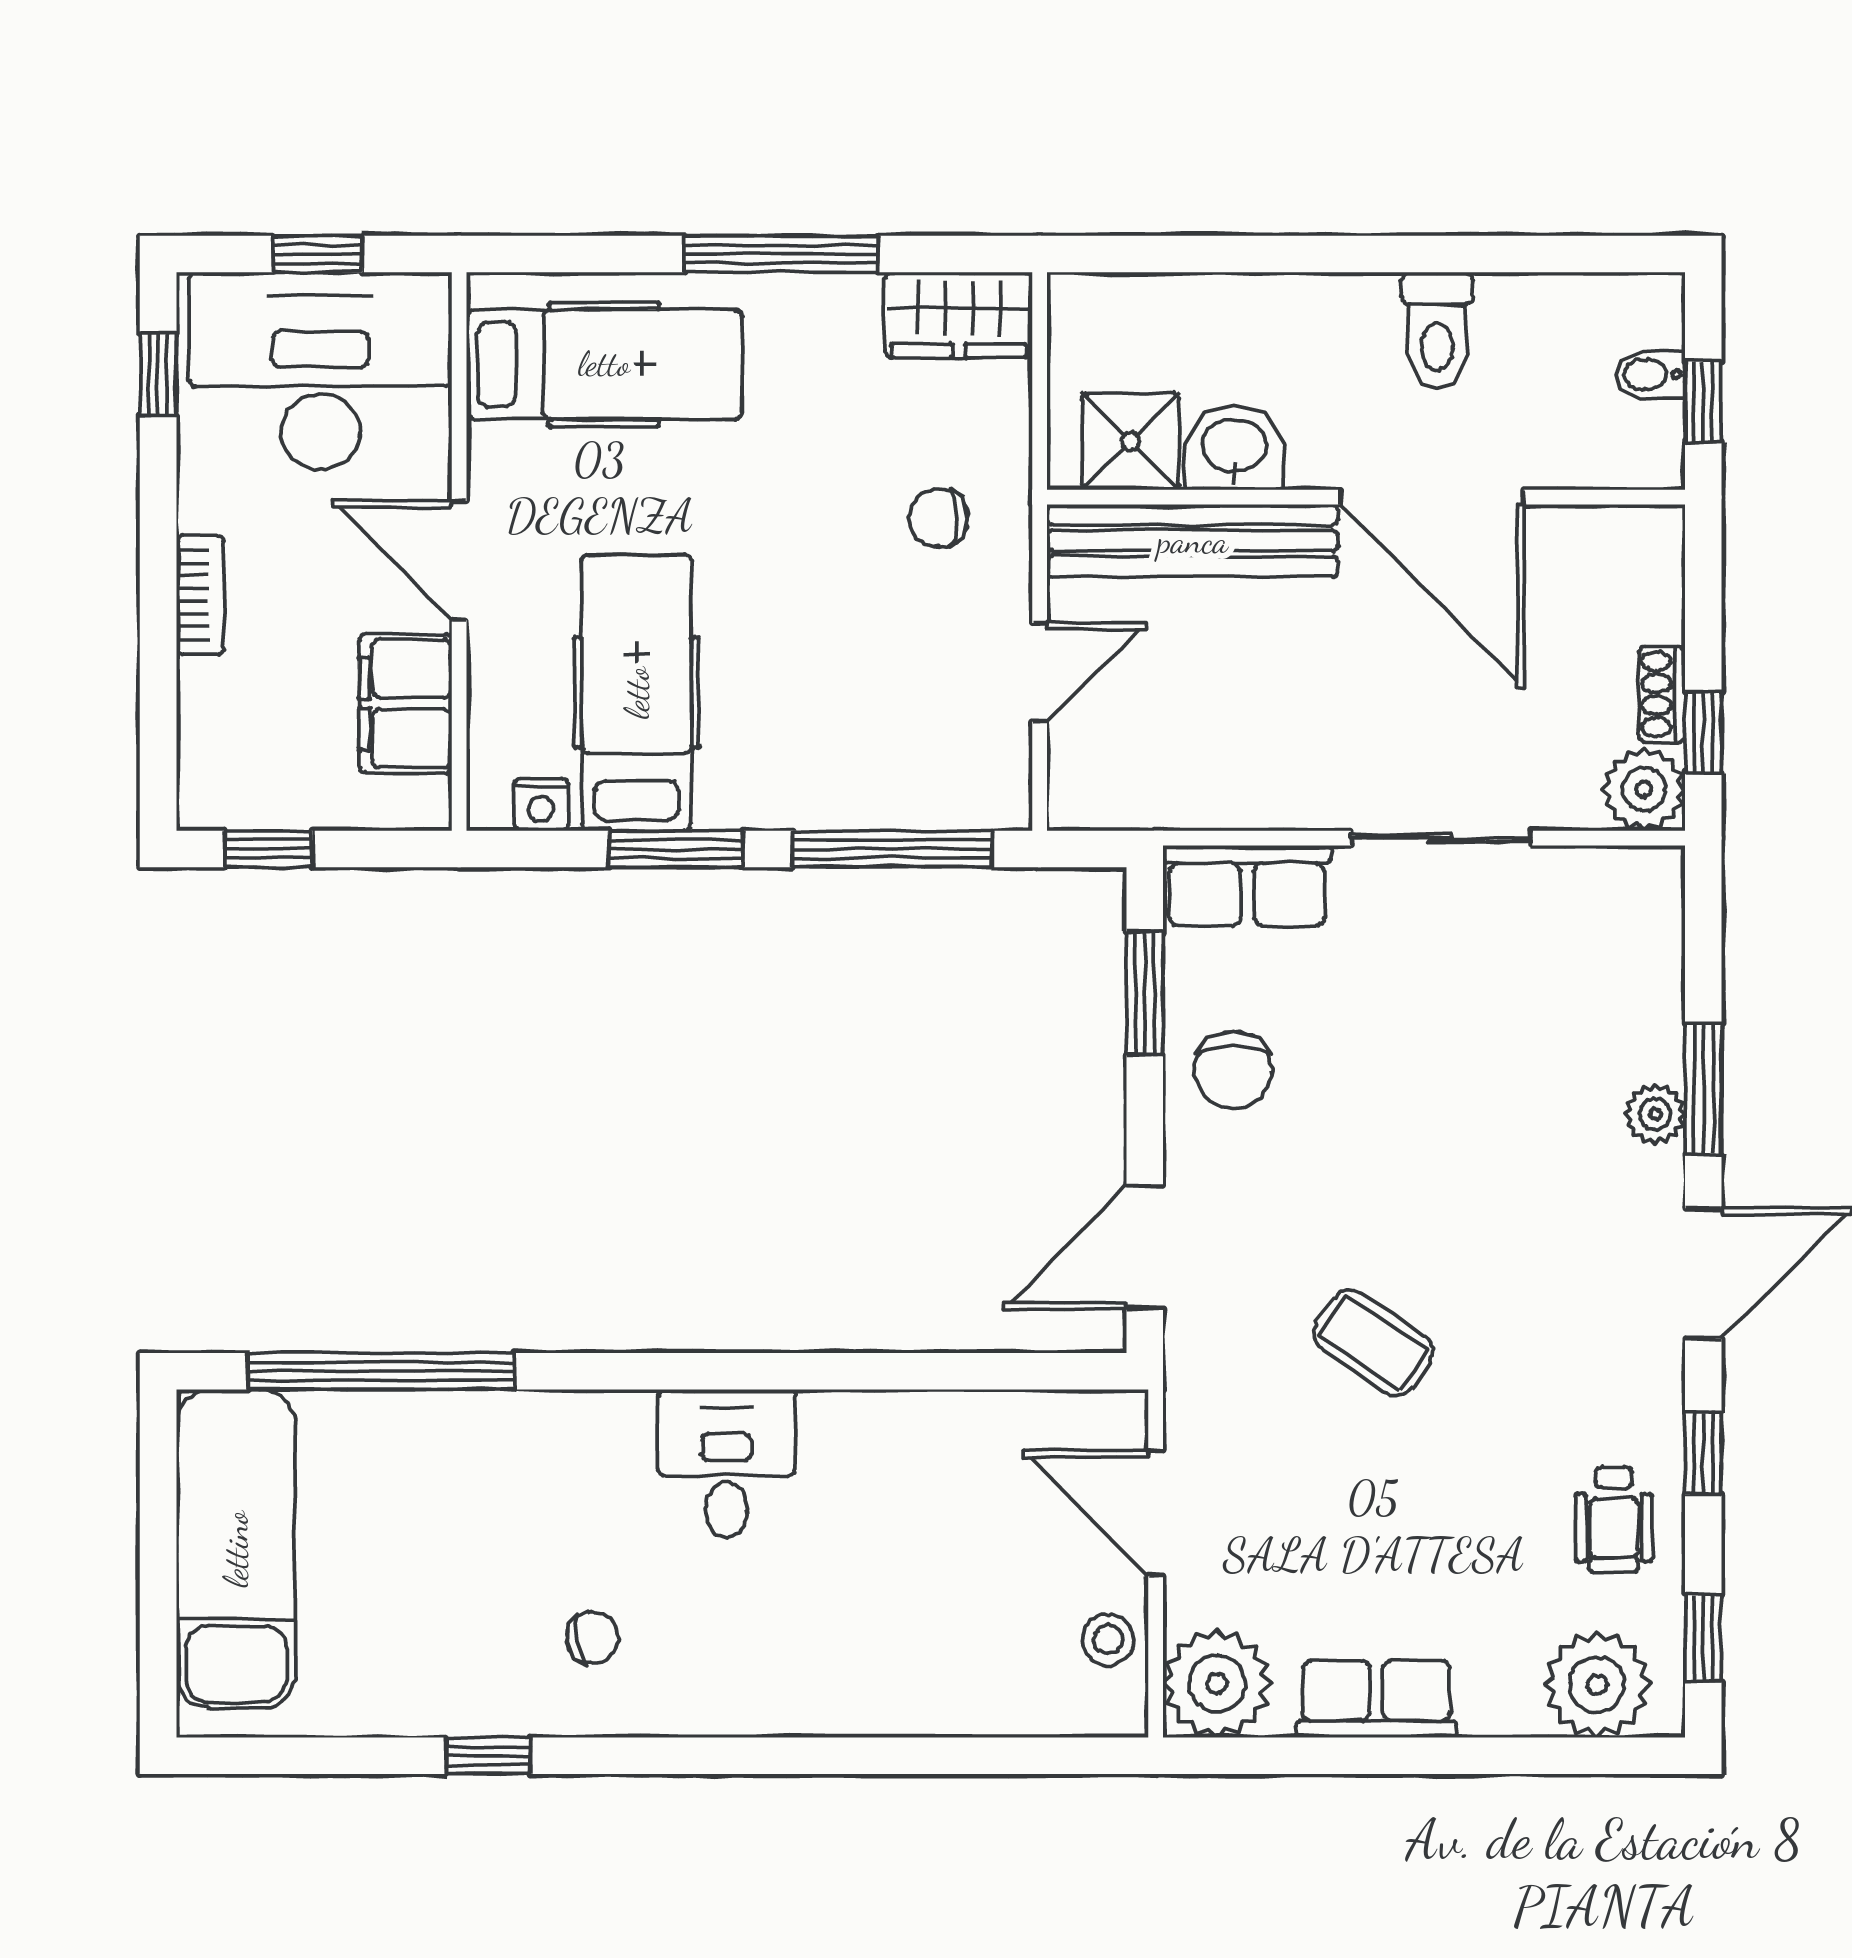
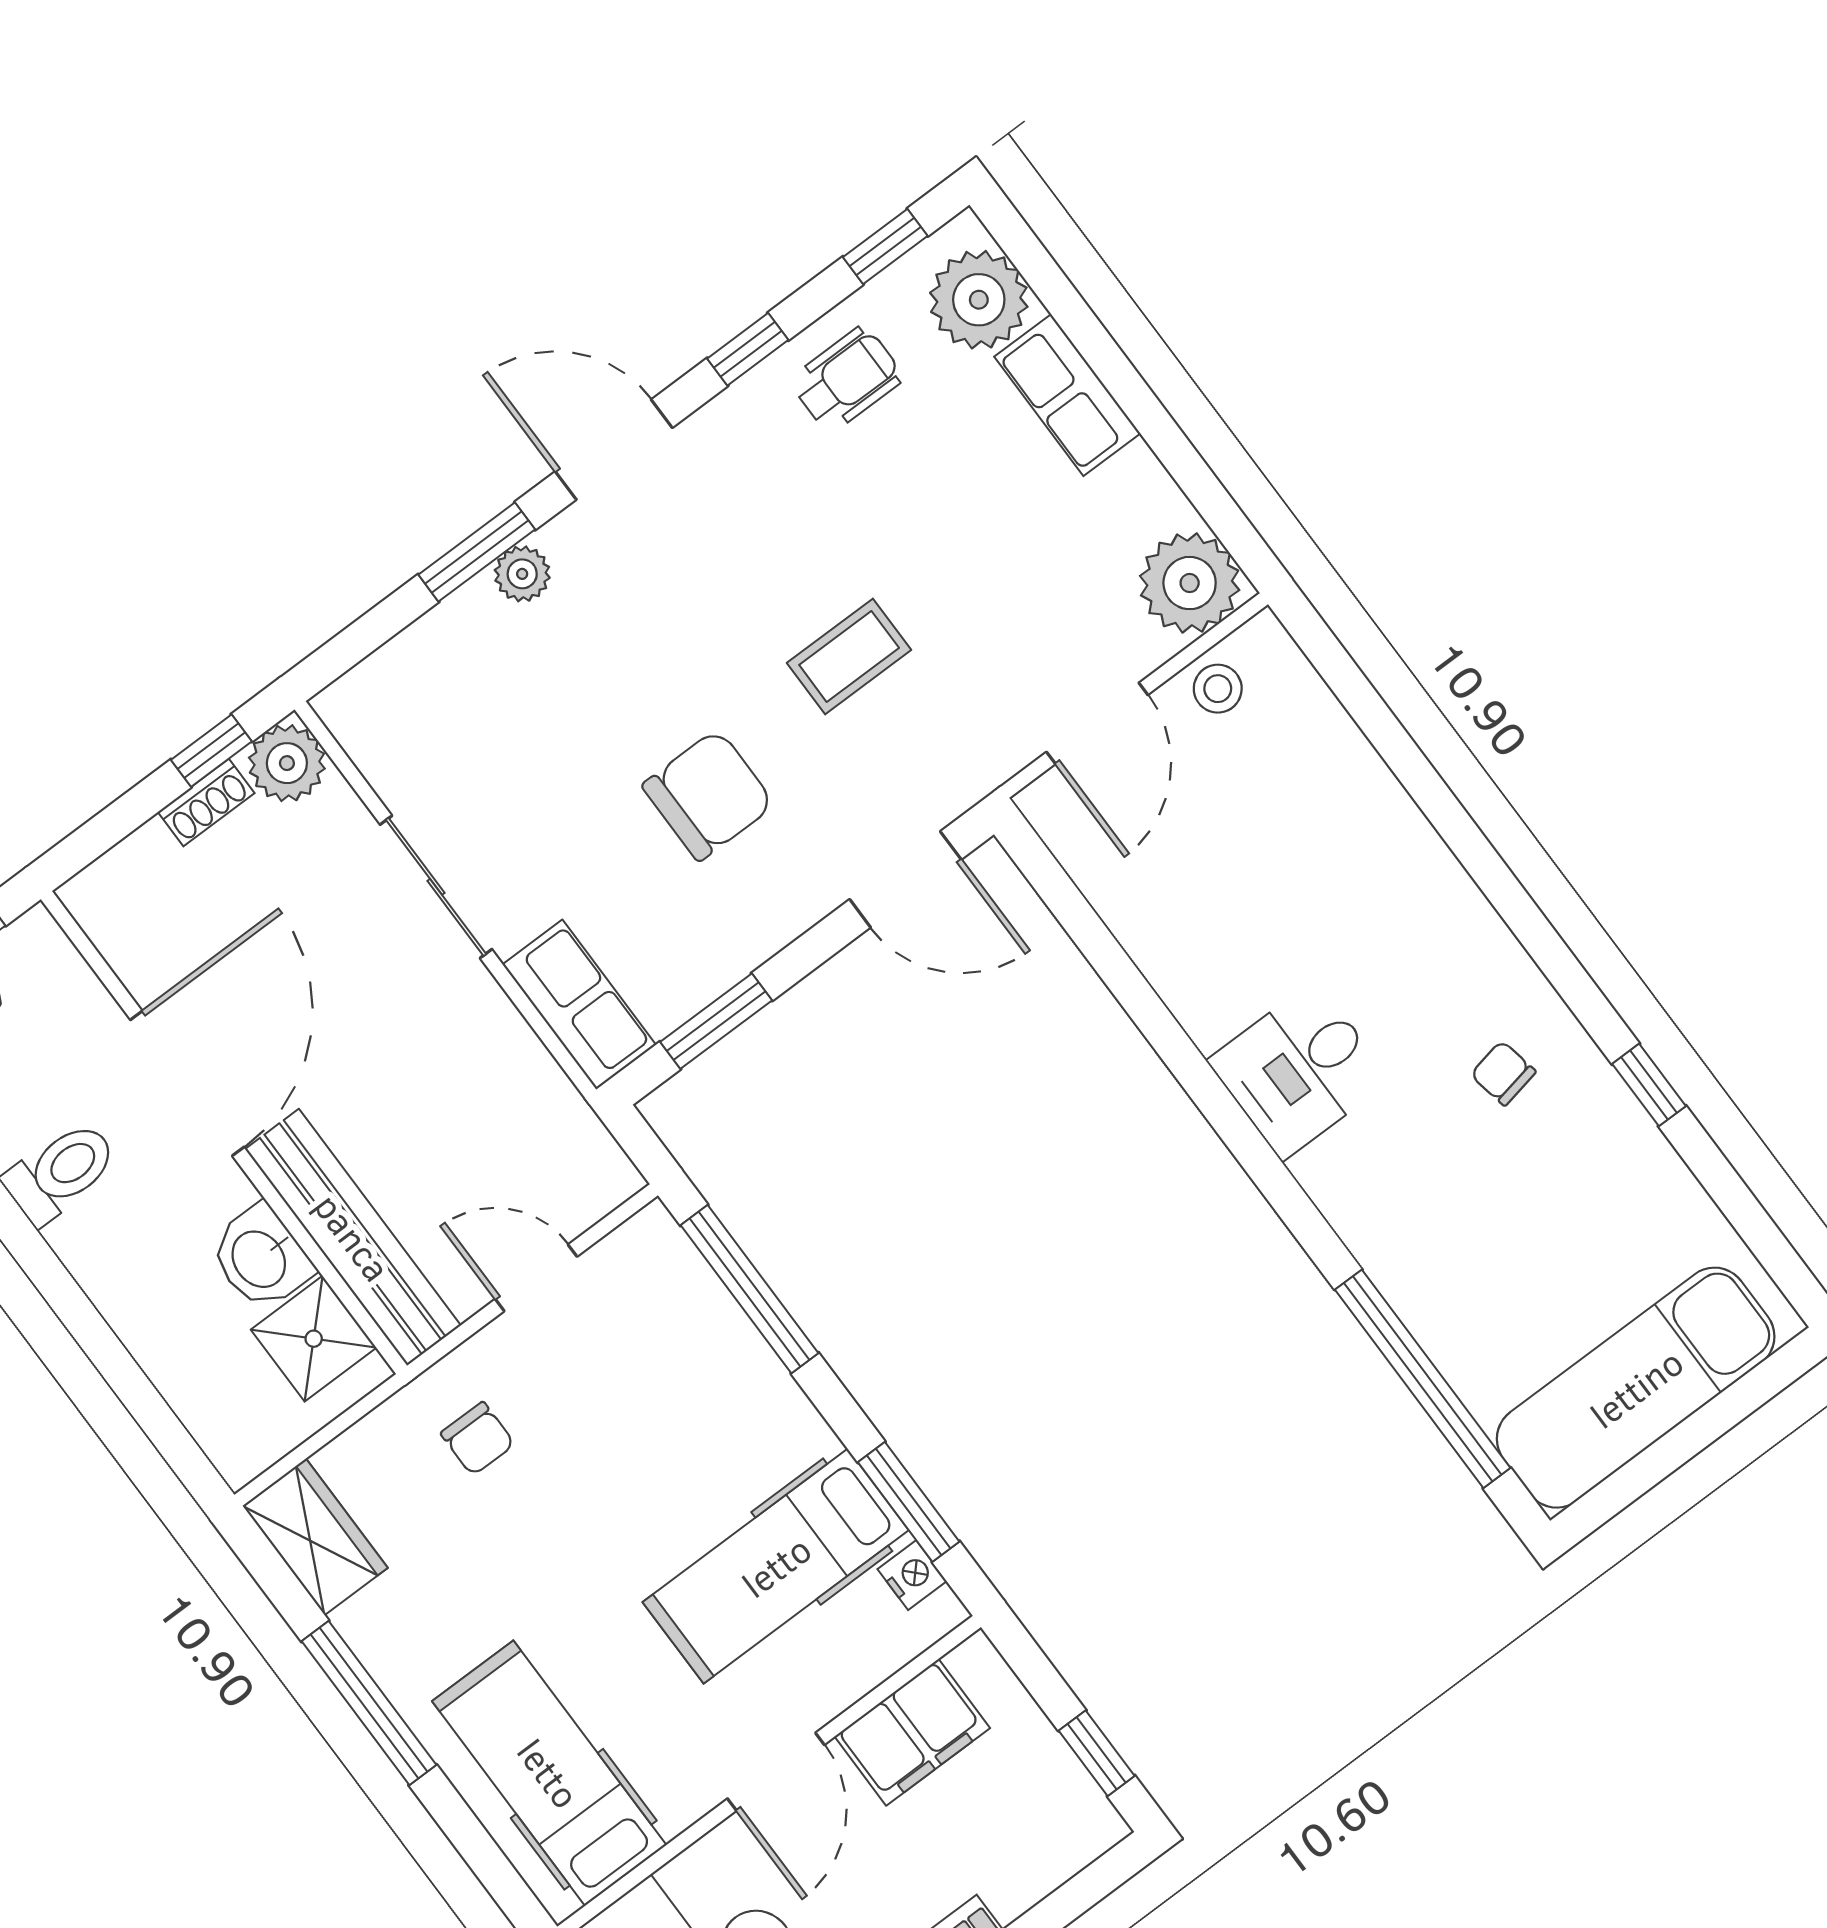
window: (676, 849) -> (909, 1502), moved
chair: (1233, 1070) -> (708, 795), moved, width x1.37, depth x1.37
coffee table: (1373, 1343) -> (849, 656), turned 56
row of seats: (1376, 1699) -> (1067, 395), moved

